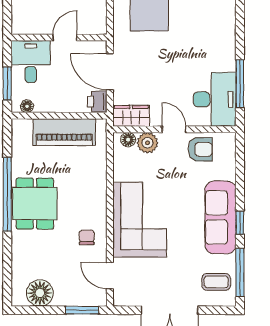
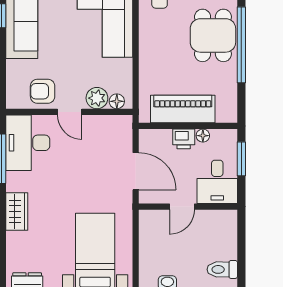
printer: (97, 102) -> (184, 139), moved, turned 90
floor lamp: (27, 106) -> (203, 136), moved
wardrobe: (131, 116) -> (17, 211), moved, turned -90

